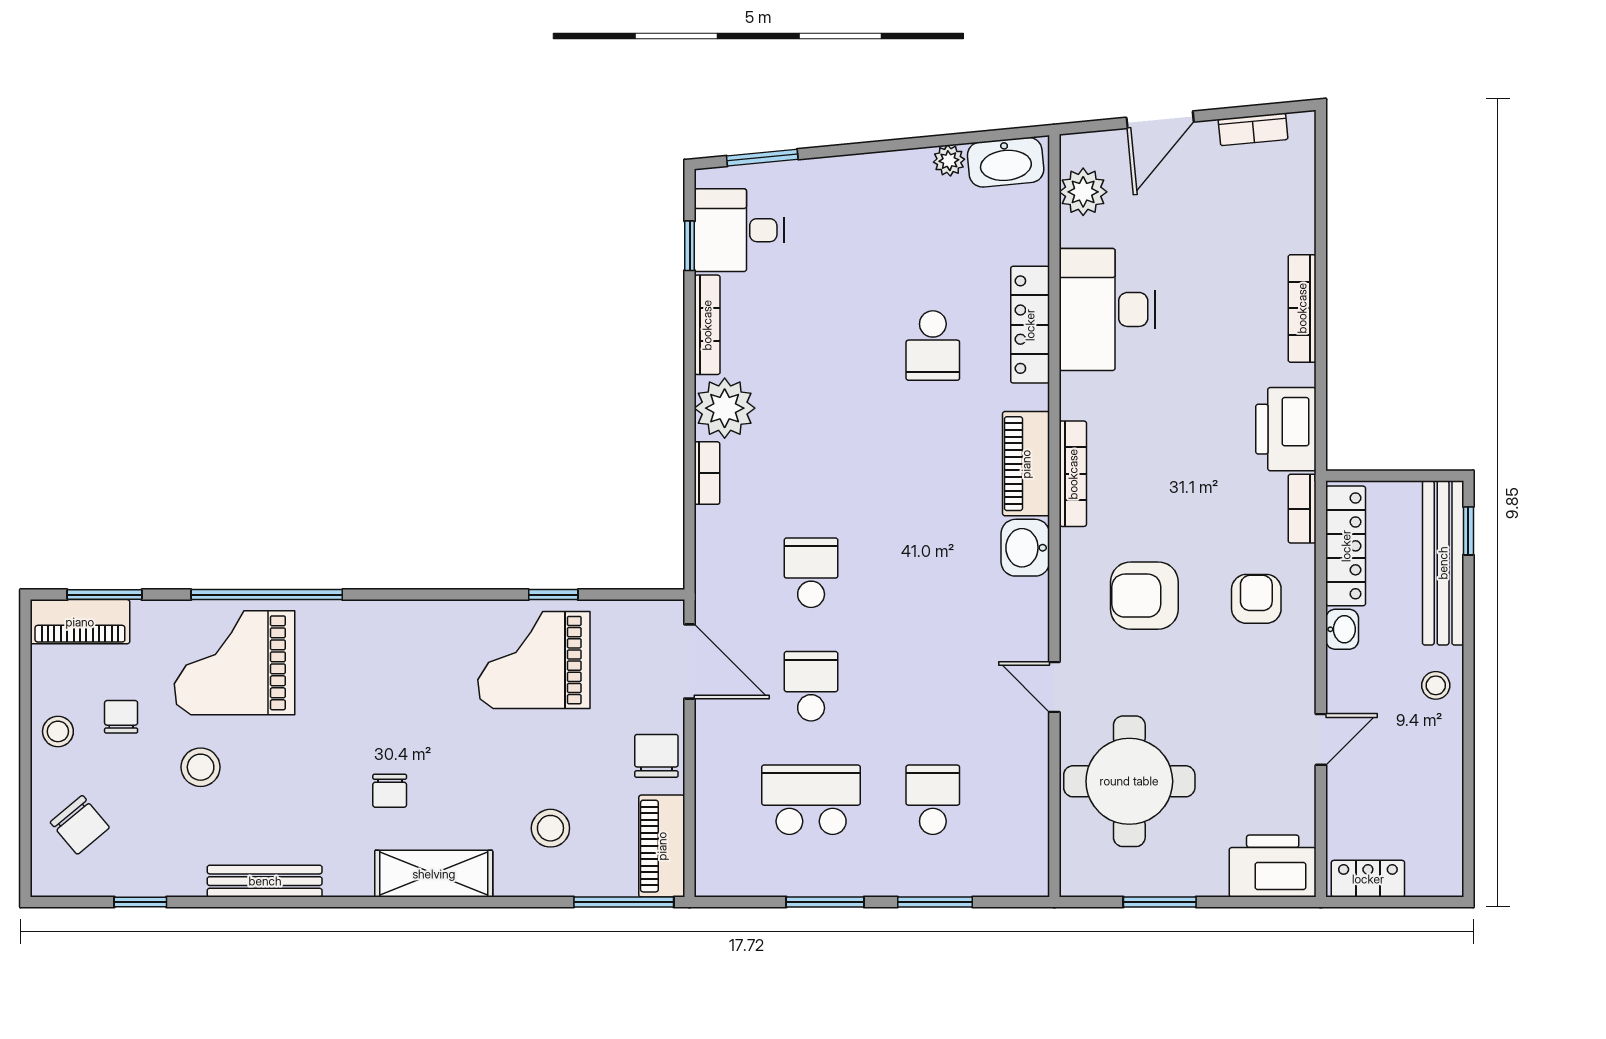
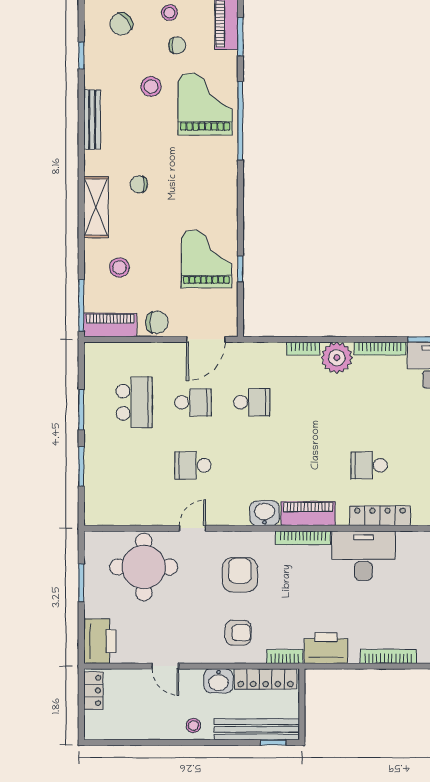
desk: (1107, 309) -> (364, 556), moved
washbasin: (1342, 629) -> (218, 681), width x1.38, depth x1.45
school desk: (933, 800) -> (193, 465), moved, turned 180

